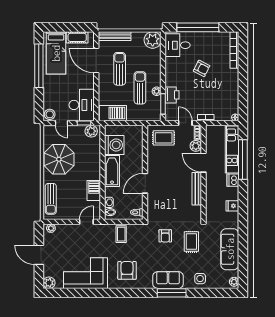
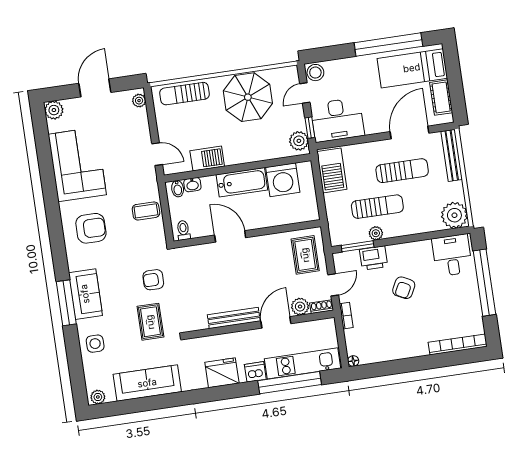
armchair: (202, 68) -> (404, 288), moved
fridge: (232, 206) -> (222, 373), width x1.88, depth x1.34
rug: (191, 242) -> (150, 322), turned 90

